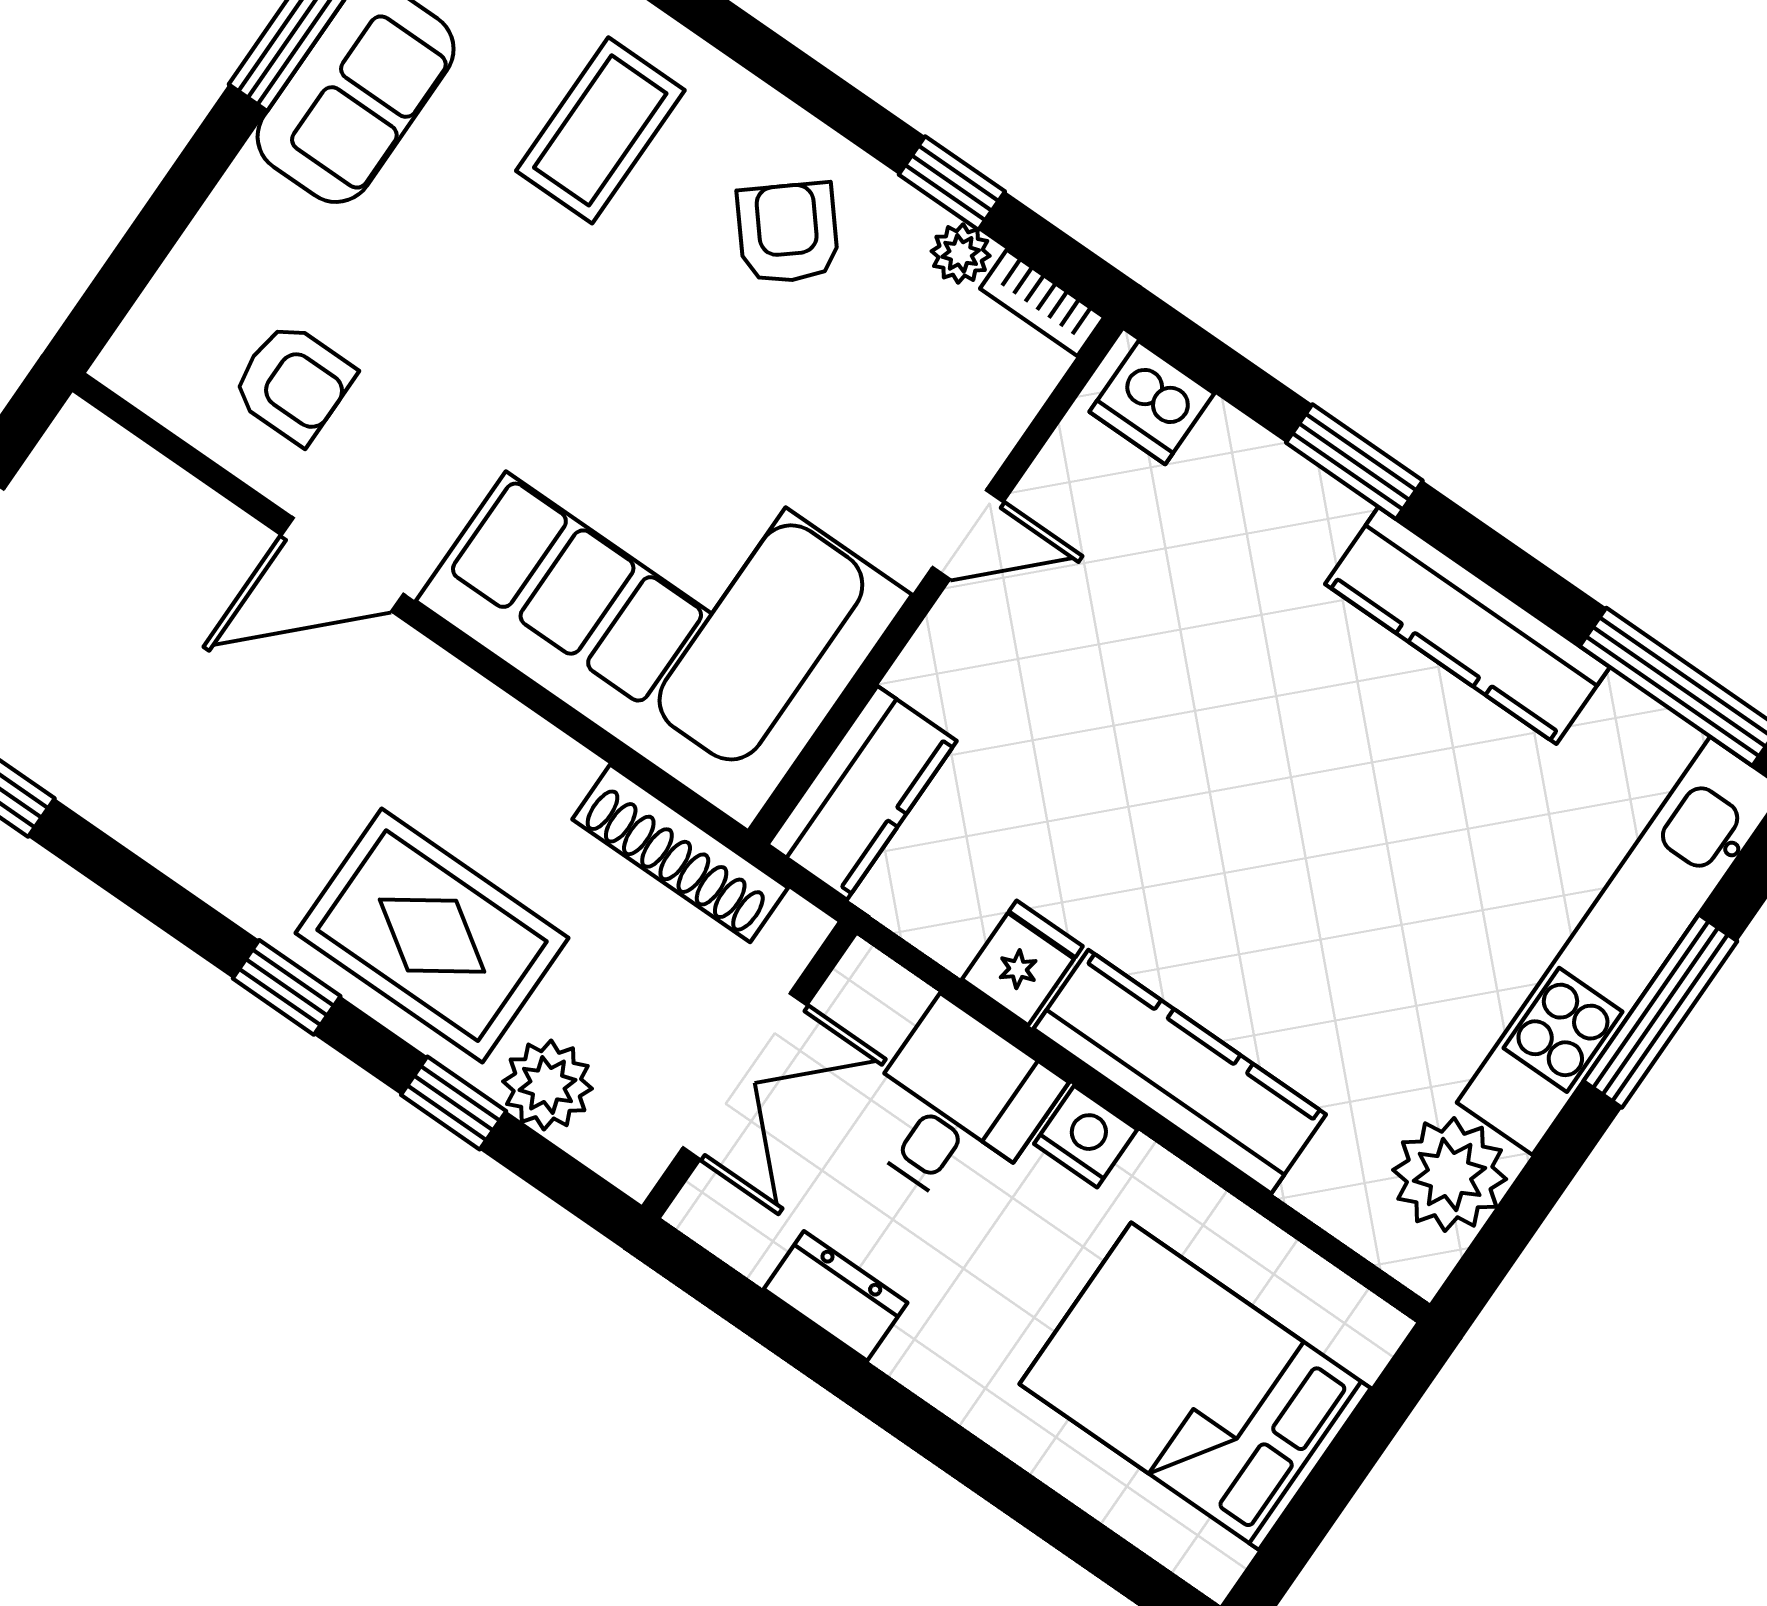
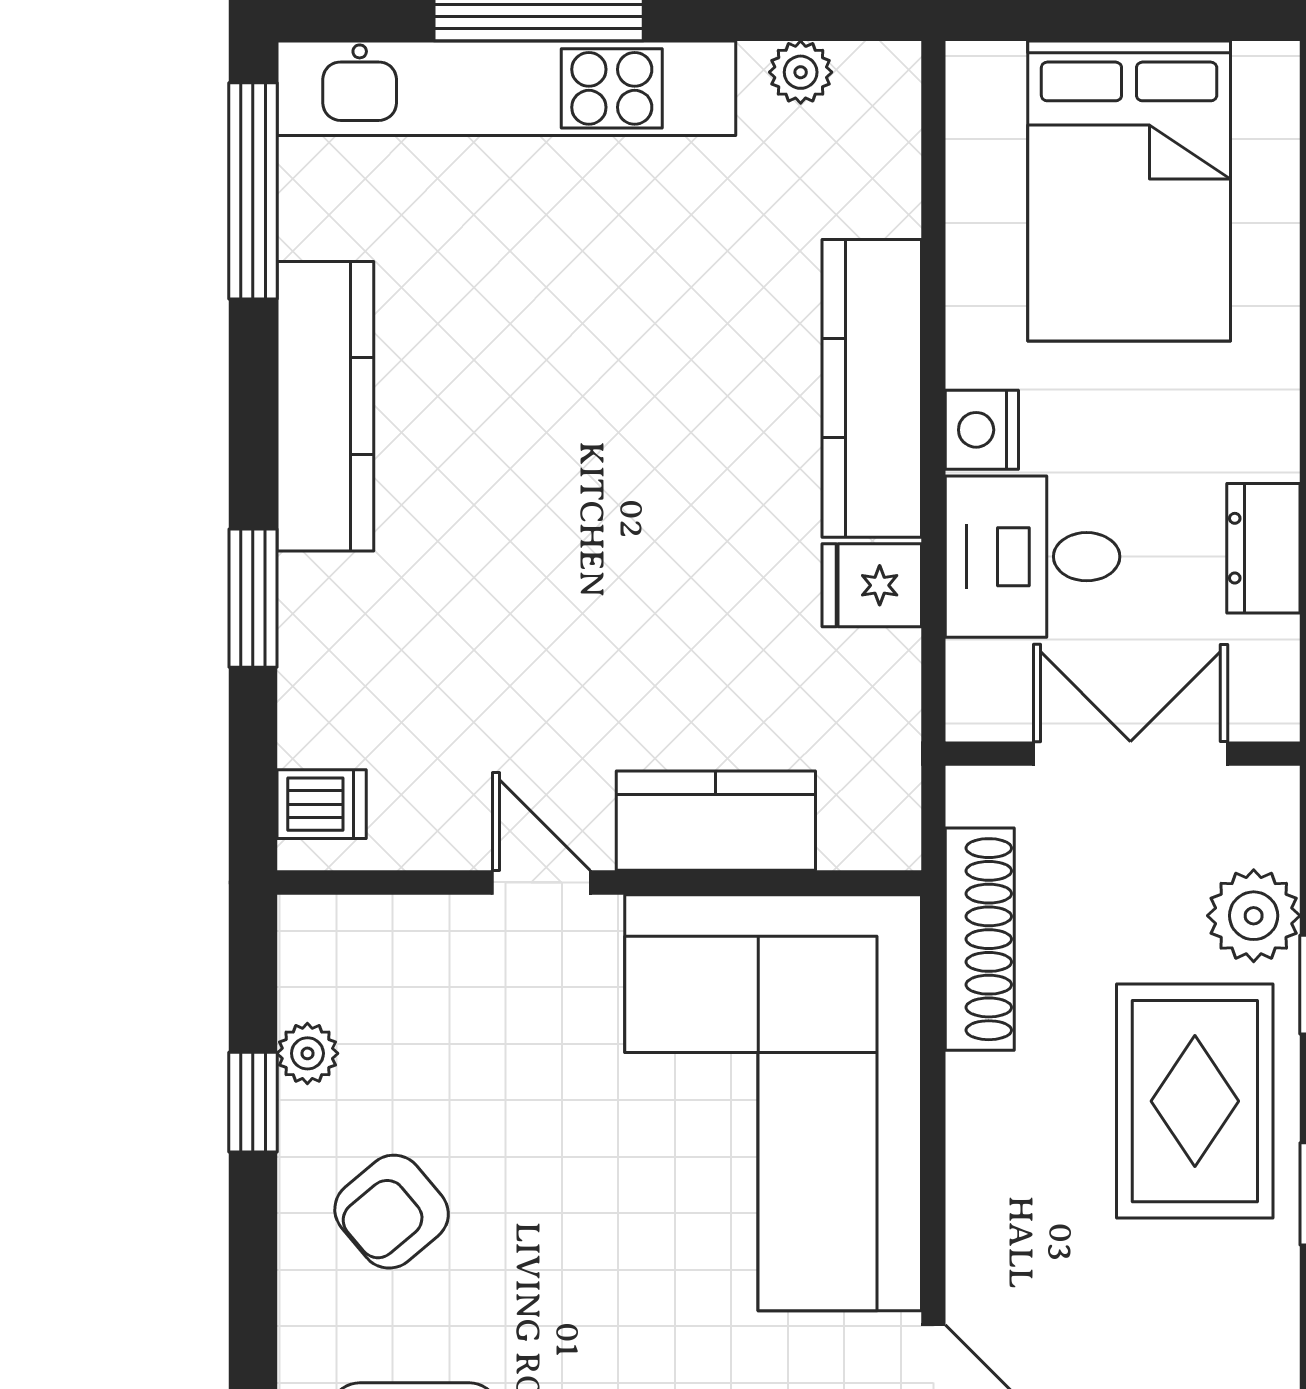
bookcase: (1042, 303) -> (302, 956), removed
dishwasher: (1152, 403) -> (322, 804), width x0.73
kitchen counter: (862, 793) -> (716, 821), moved
plant: (1450, 1174) -> (801, 72), width x0.53, depth x0.53

